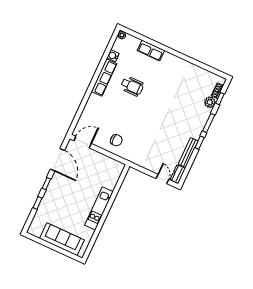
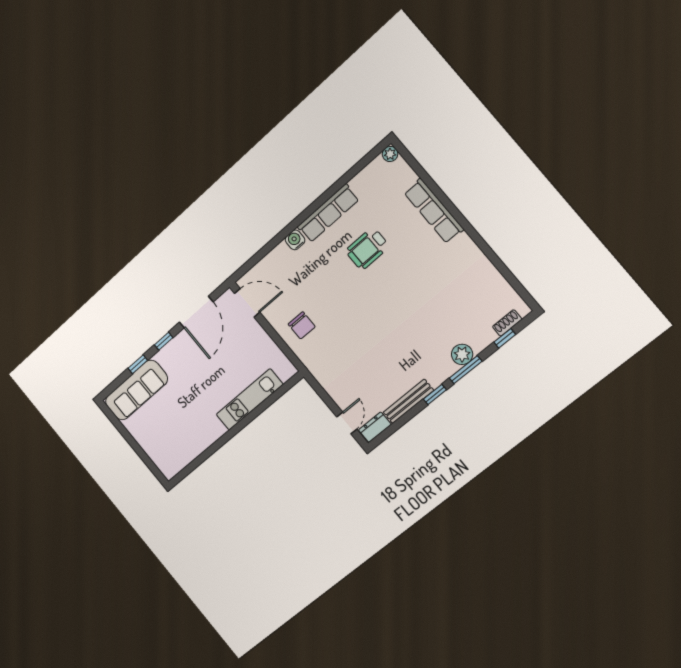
row of seats: (151, 50) -> (434, 211), width x1.48
water cooler: (113, 56) -> (295, 240), moved
wheelchair: (132, 86) -> (367, 249), turned 90
plant: (210, 102) -> (462, 354), moved
kitchen unit: (99, 208) -> (250, 399), moved
sofa: (62, 239) -> (136, 390), moved, turned 90

